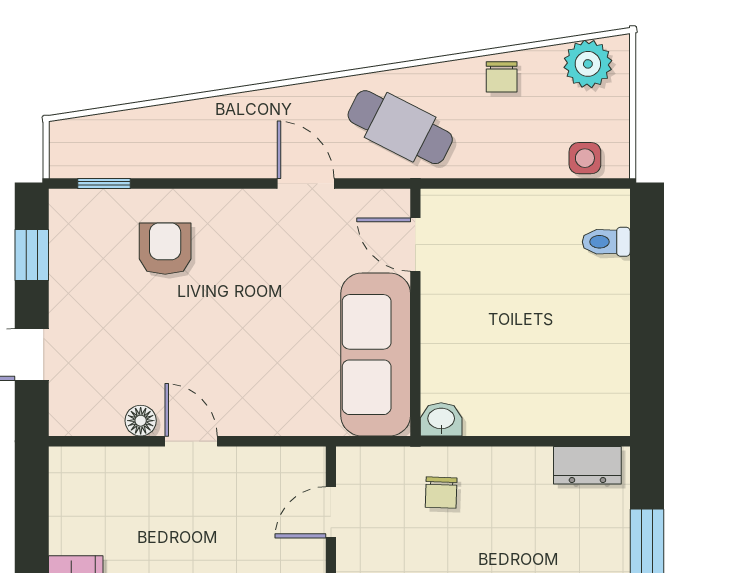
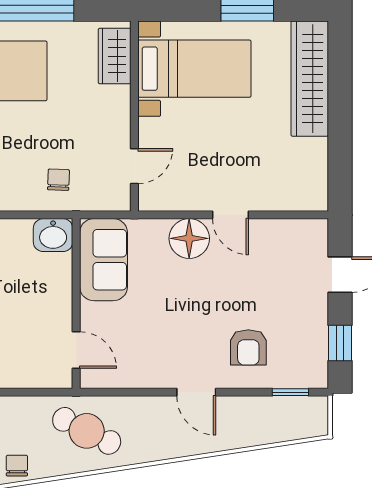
door: (306, 183) -> (196, 392), moved
sofa: (376, 355) -> (104, 260), width x0.73
washbasin: (441, 419) -> (53, 235), width x1.38, depth x1.45
floor lamp: (141, 421) -> (189, 238), moved, width x1.89, depth x1.89

